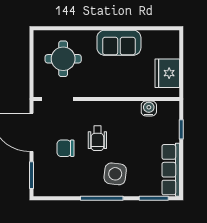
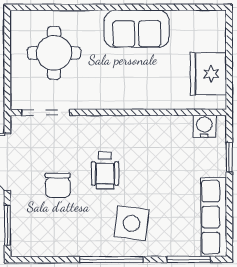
water cooler: (149, 108) -> (204, 126), moved
chair: (66, 148) -> (58, 185), turned -90

